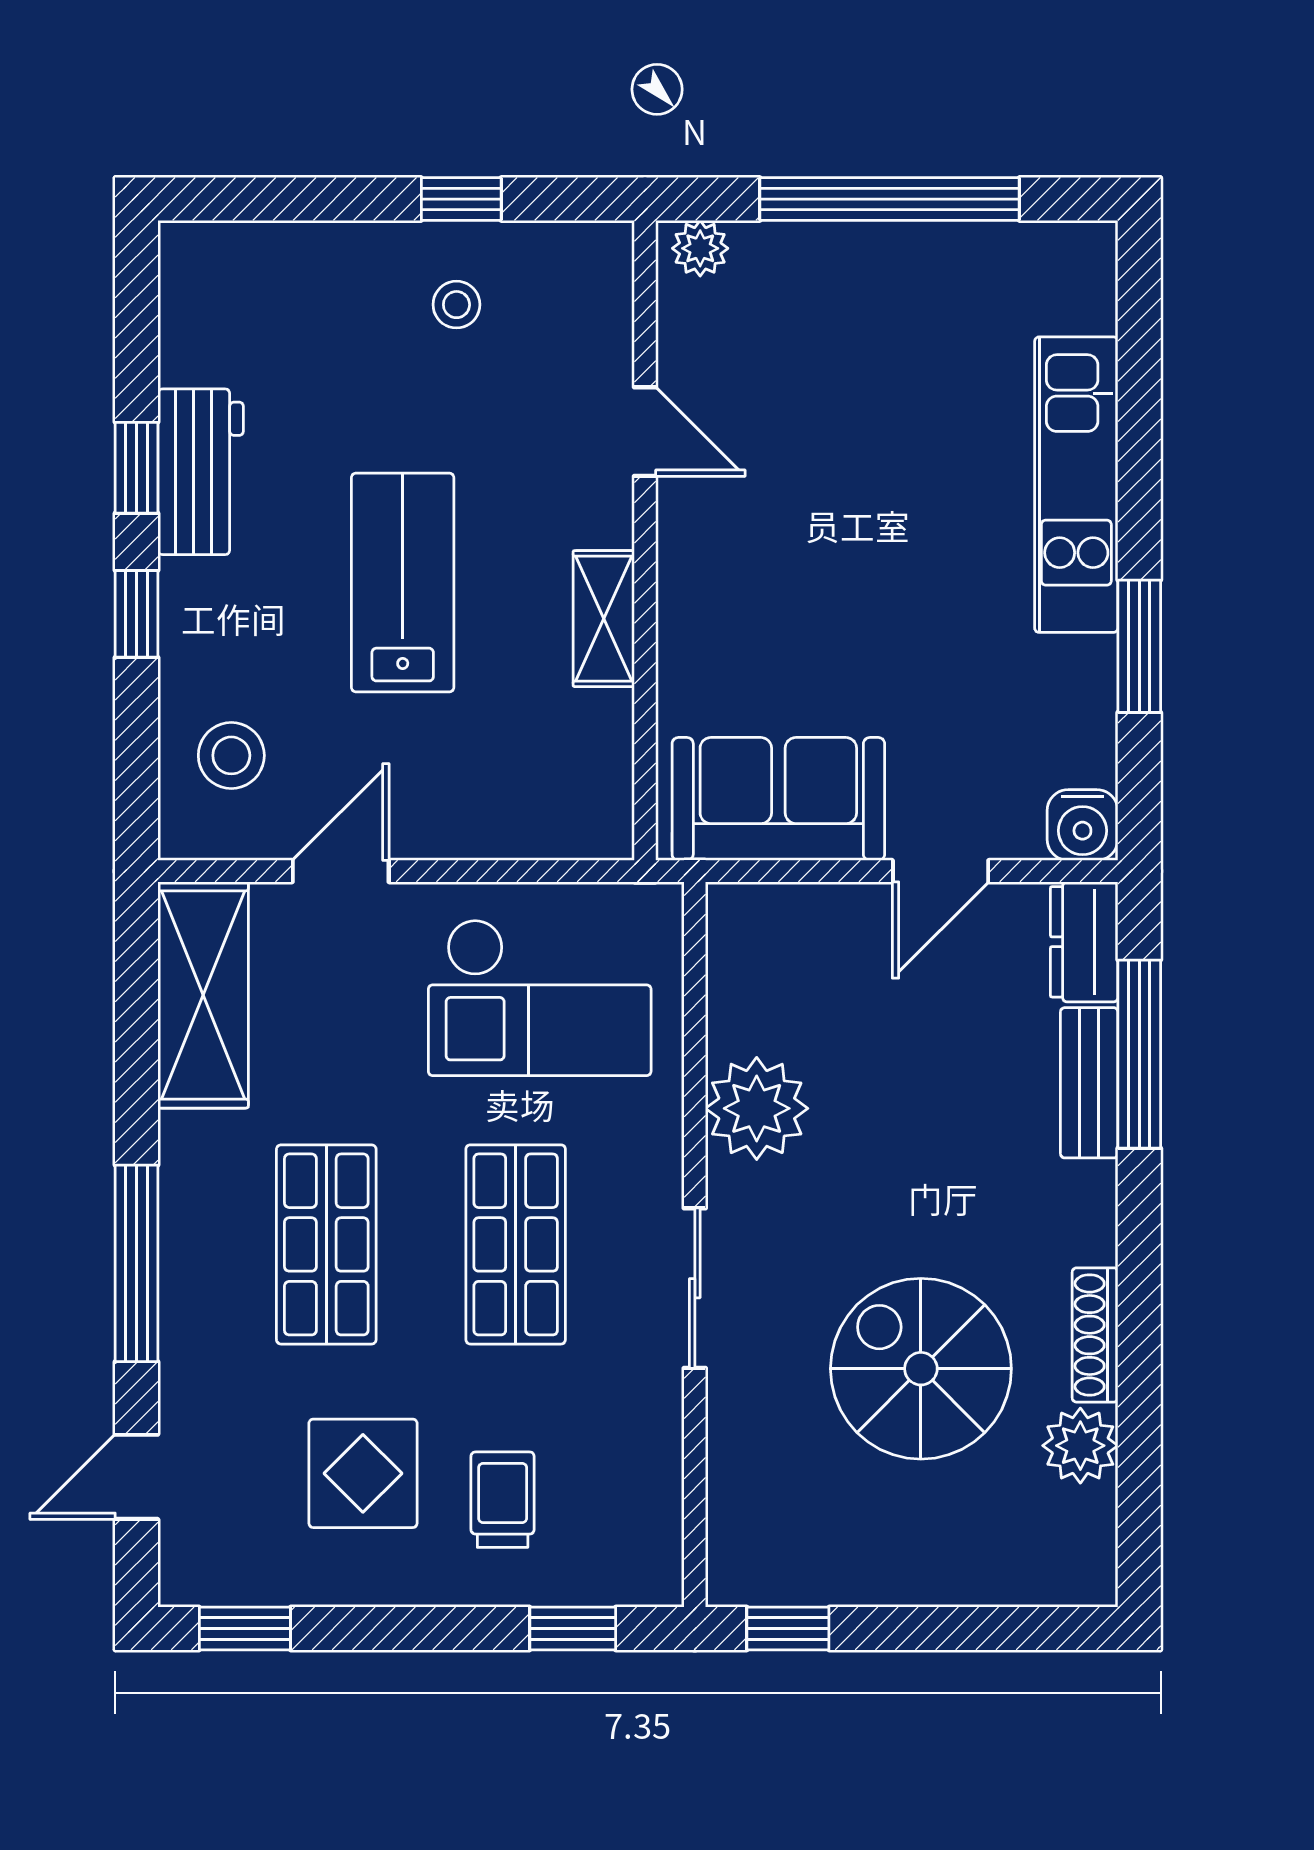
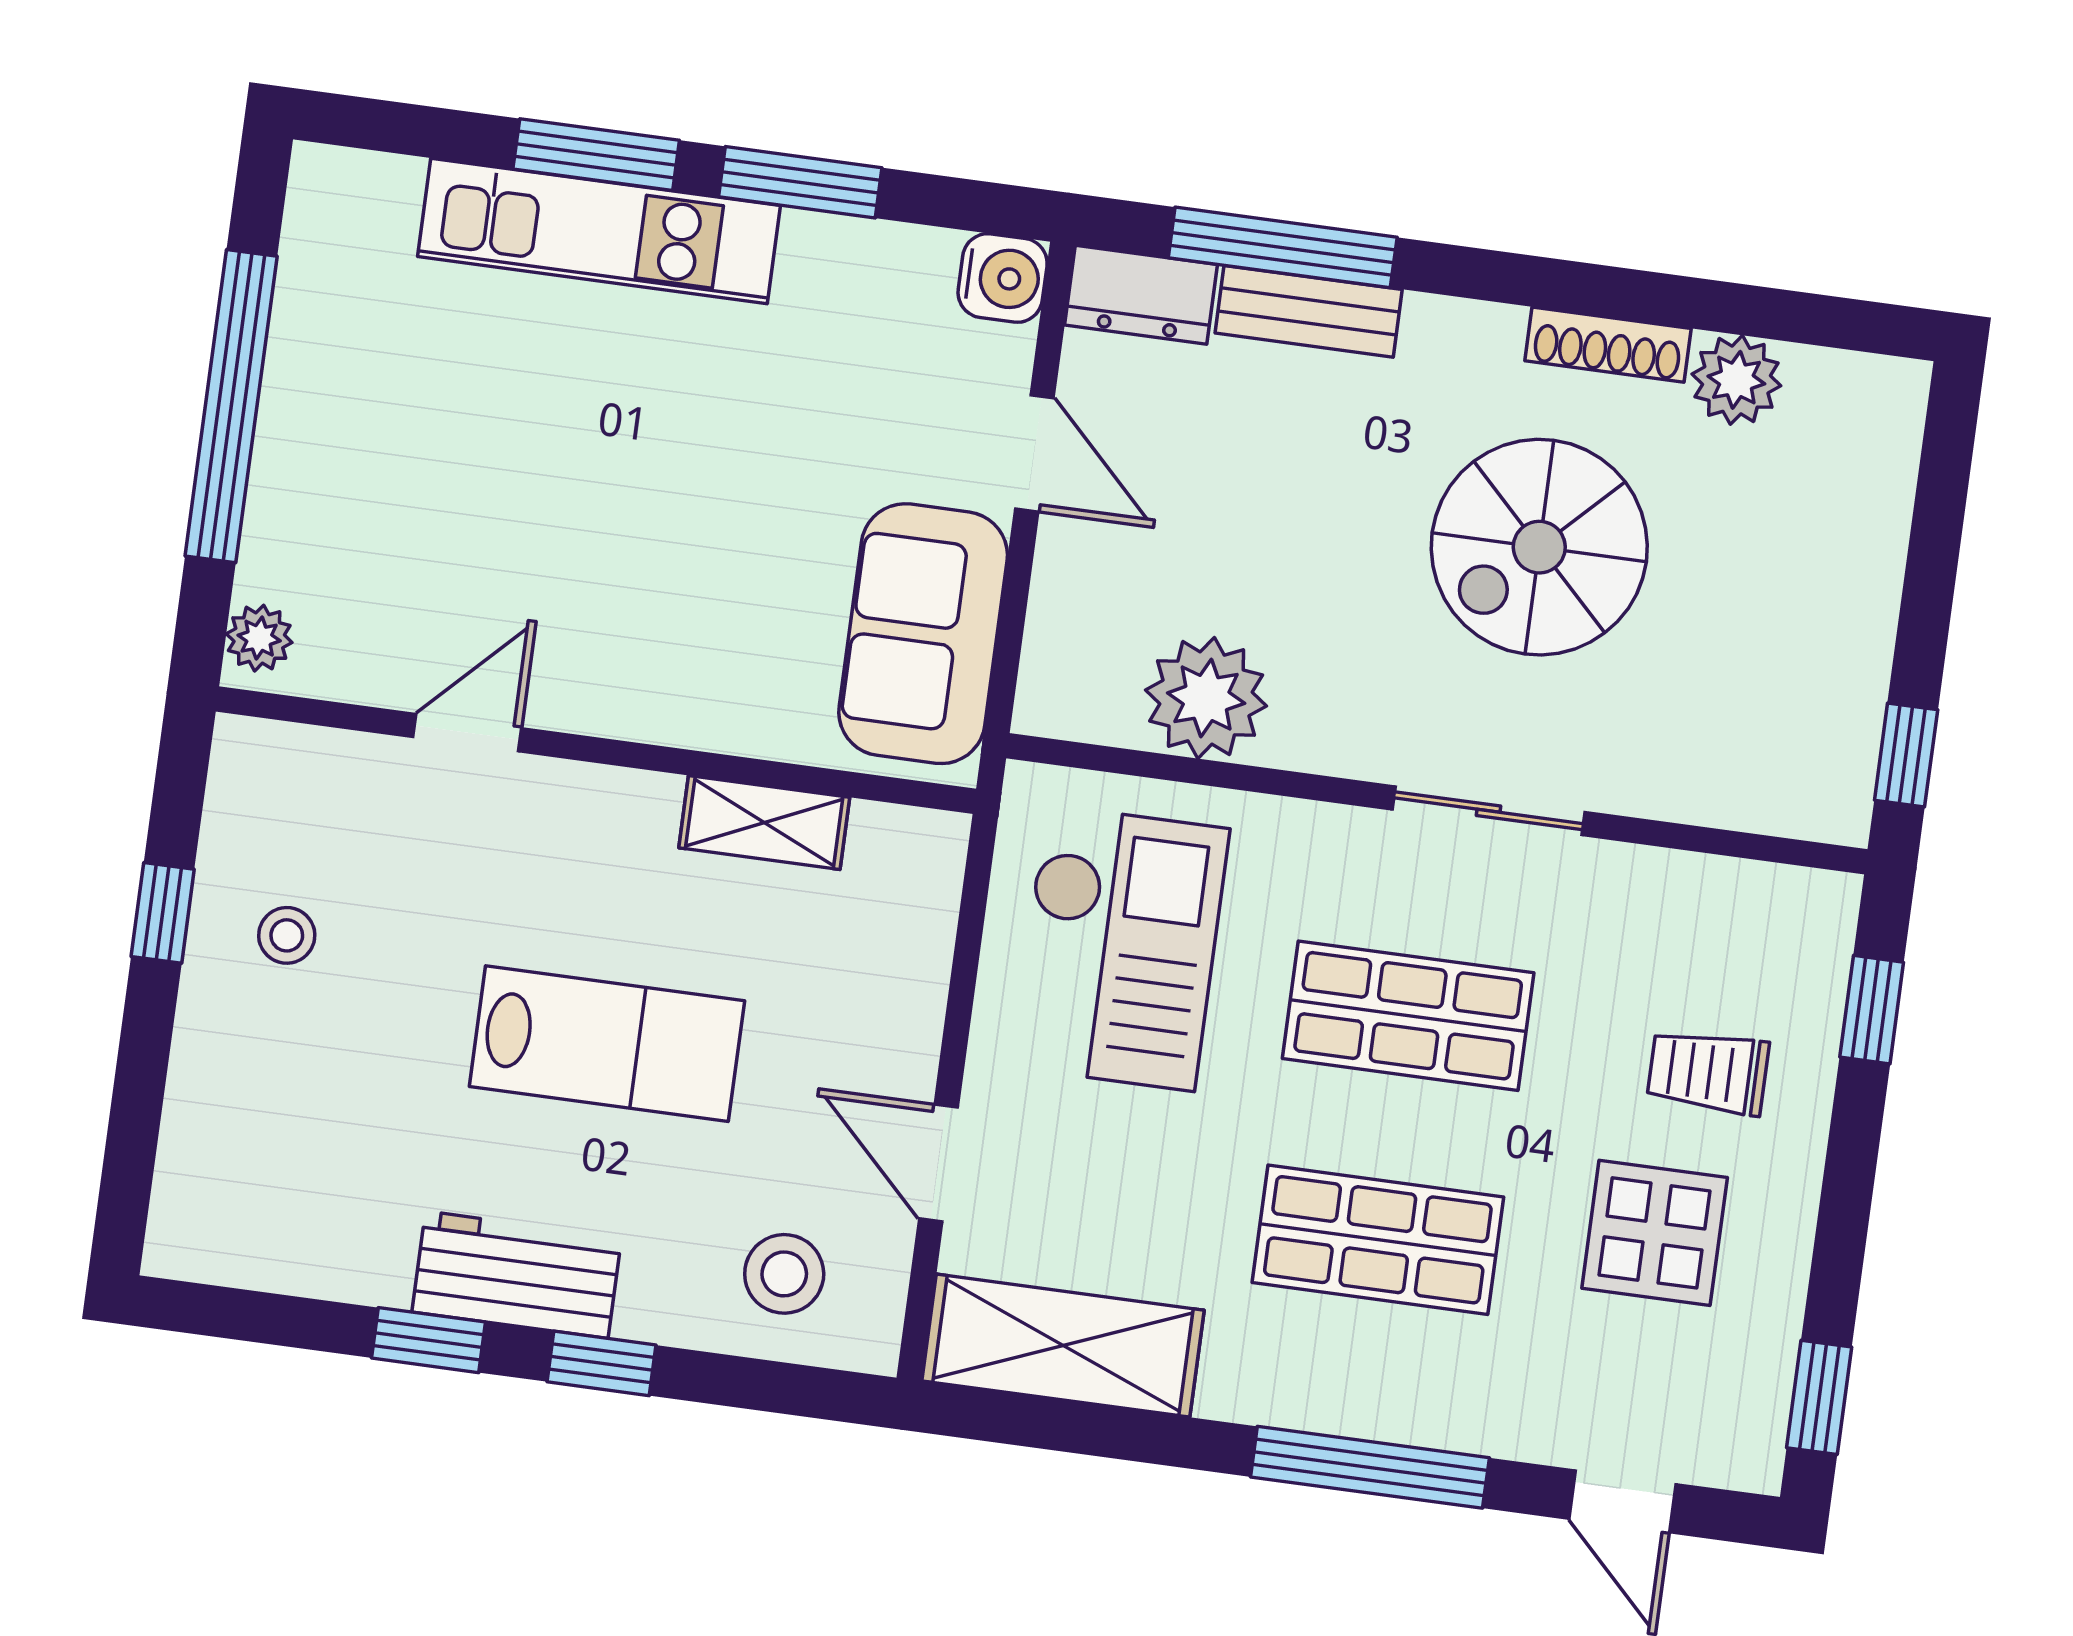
workbench: (201, 472) -> (517, 1275), moved
window: (1139, 474) -> (596, 155), added
lab bench: (403, 583) -> (607, 1044), turned 180
shelving: (604, 619) -> (764, 823), moved
plant: (757, 1108) -> (1206, 698), moved
spiral stairs: (921, 1369) -> (1539, 547), moved

